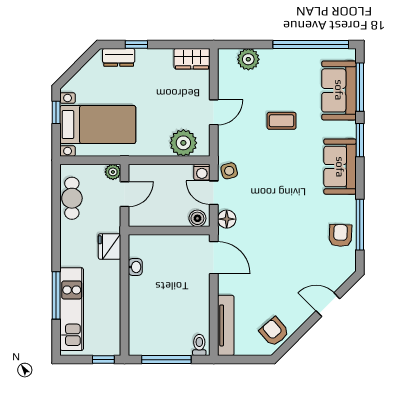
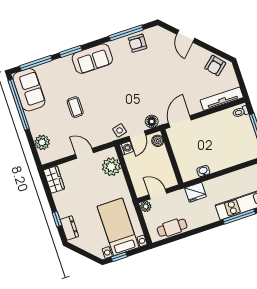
sofa: (339, 90) -> (29, 90), moved, turned -90

